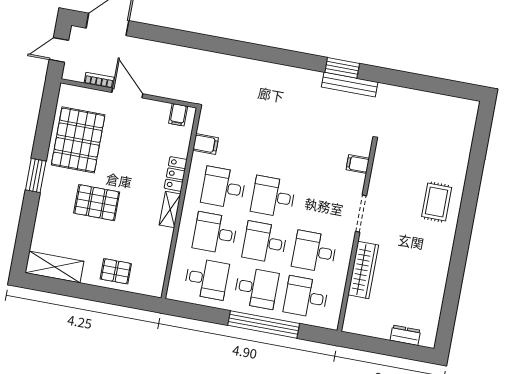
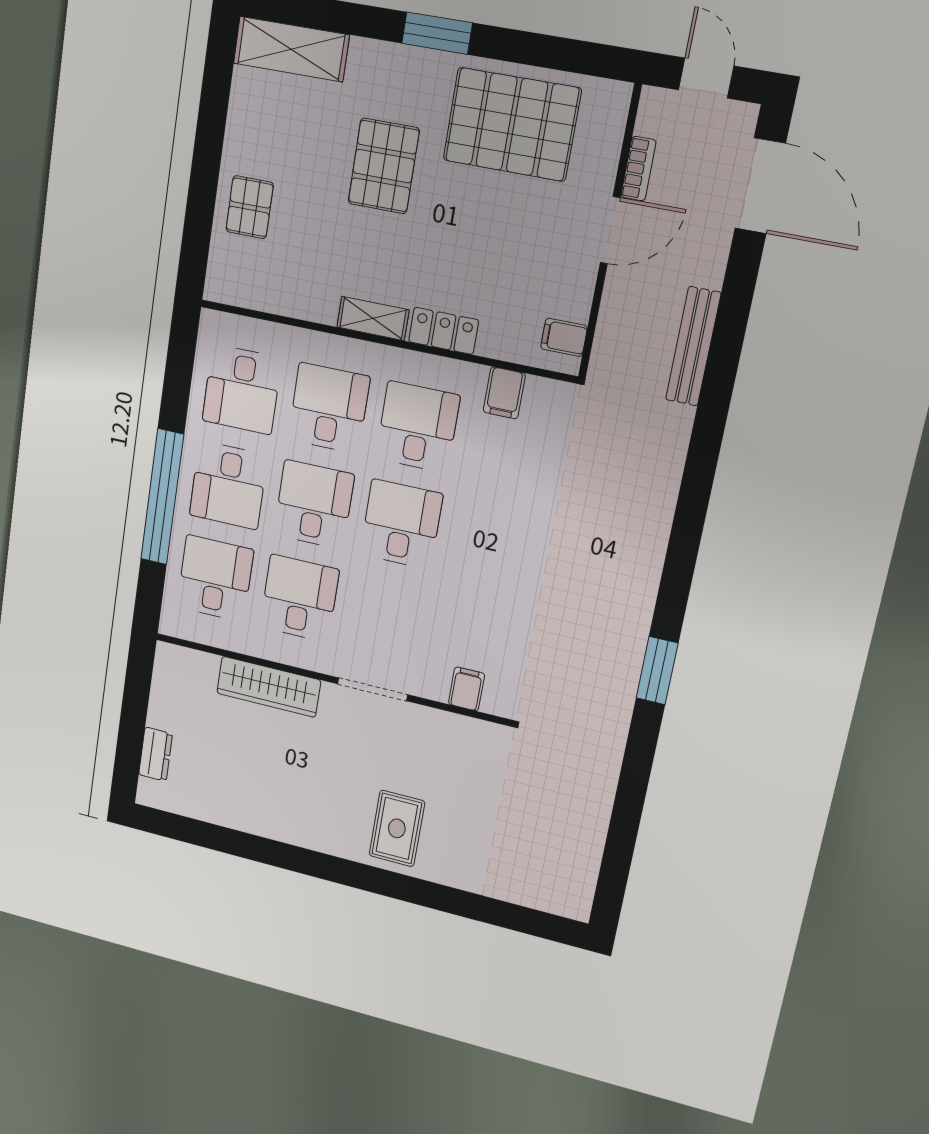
bench: (350, 85) -> (693, 346), moved
rug: (437, 202) -> (397, 828), turned 90
shelving: (54, 267) -> (291, 49), moved, turned 90

